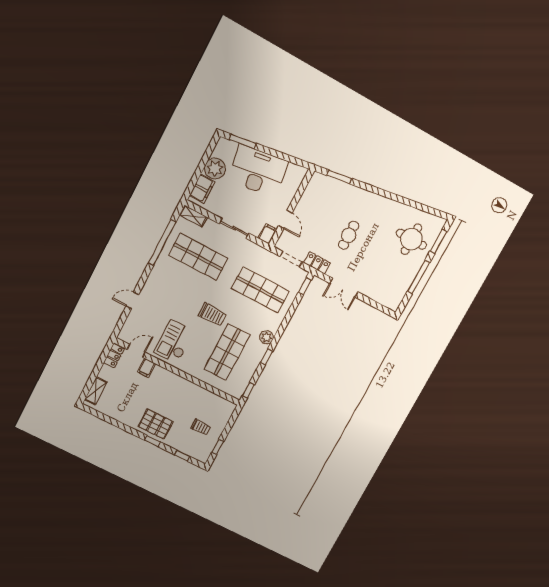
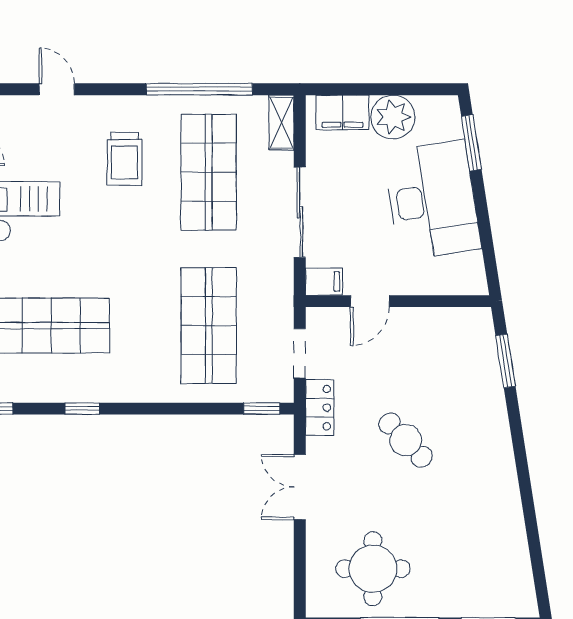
sliding door: (234, 228) -> (300, 212), width x1.37
cafe table: (349, 235) -> (406, 440), turned 46
round table: (411, 239) -> (373, 569), moved
trolley: (212, 314) -> (124, 159), moved
plant: (267, 337) -> (121, 388), removed

